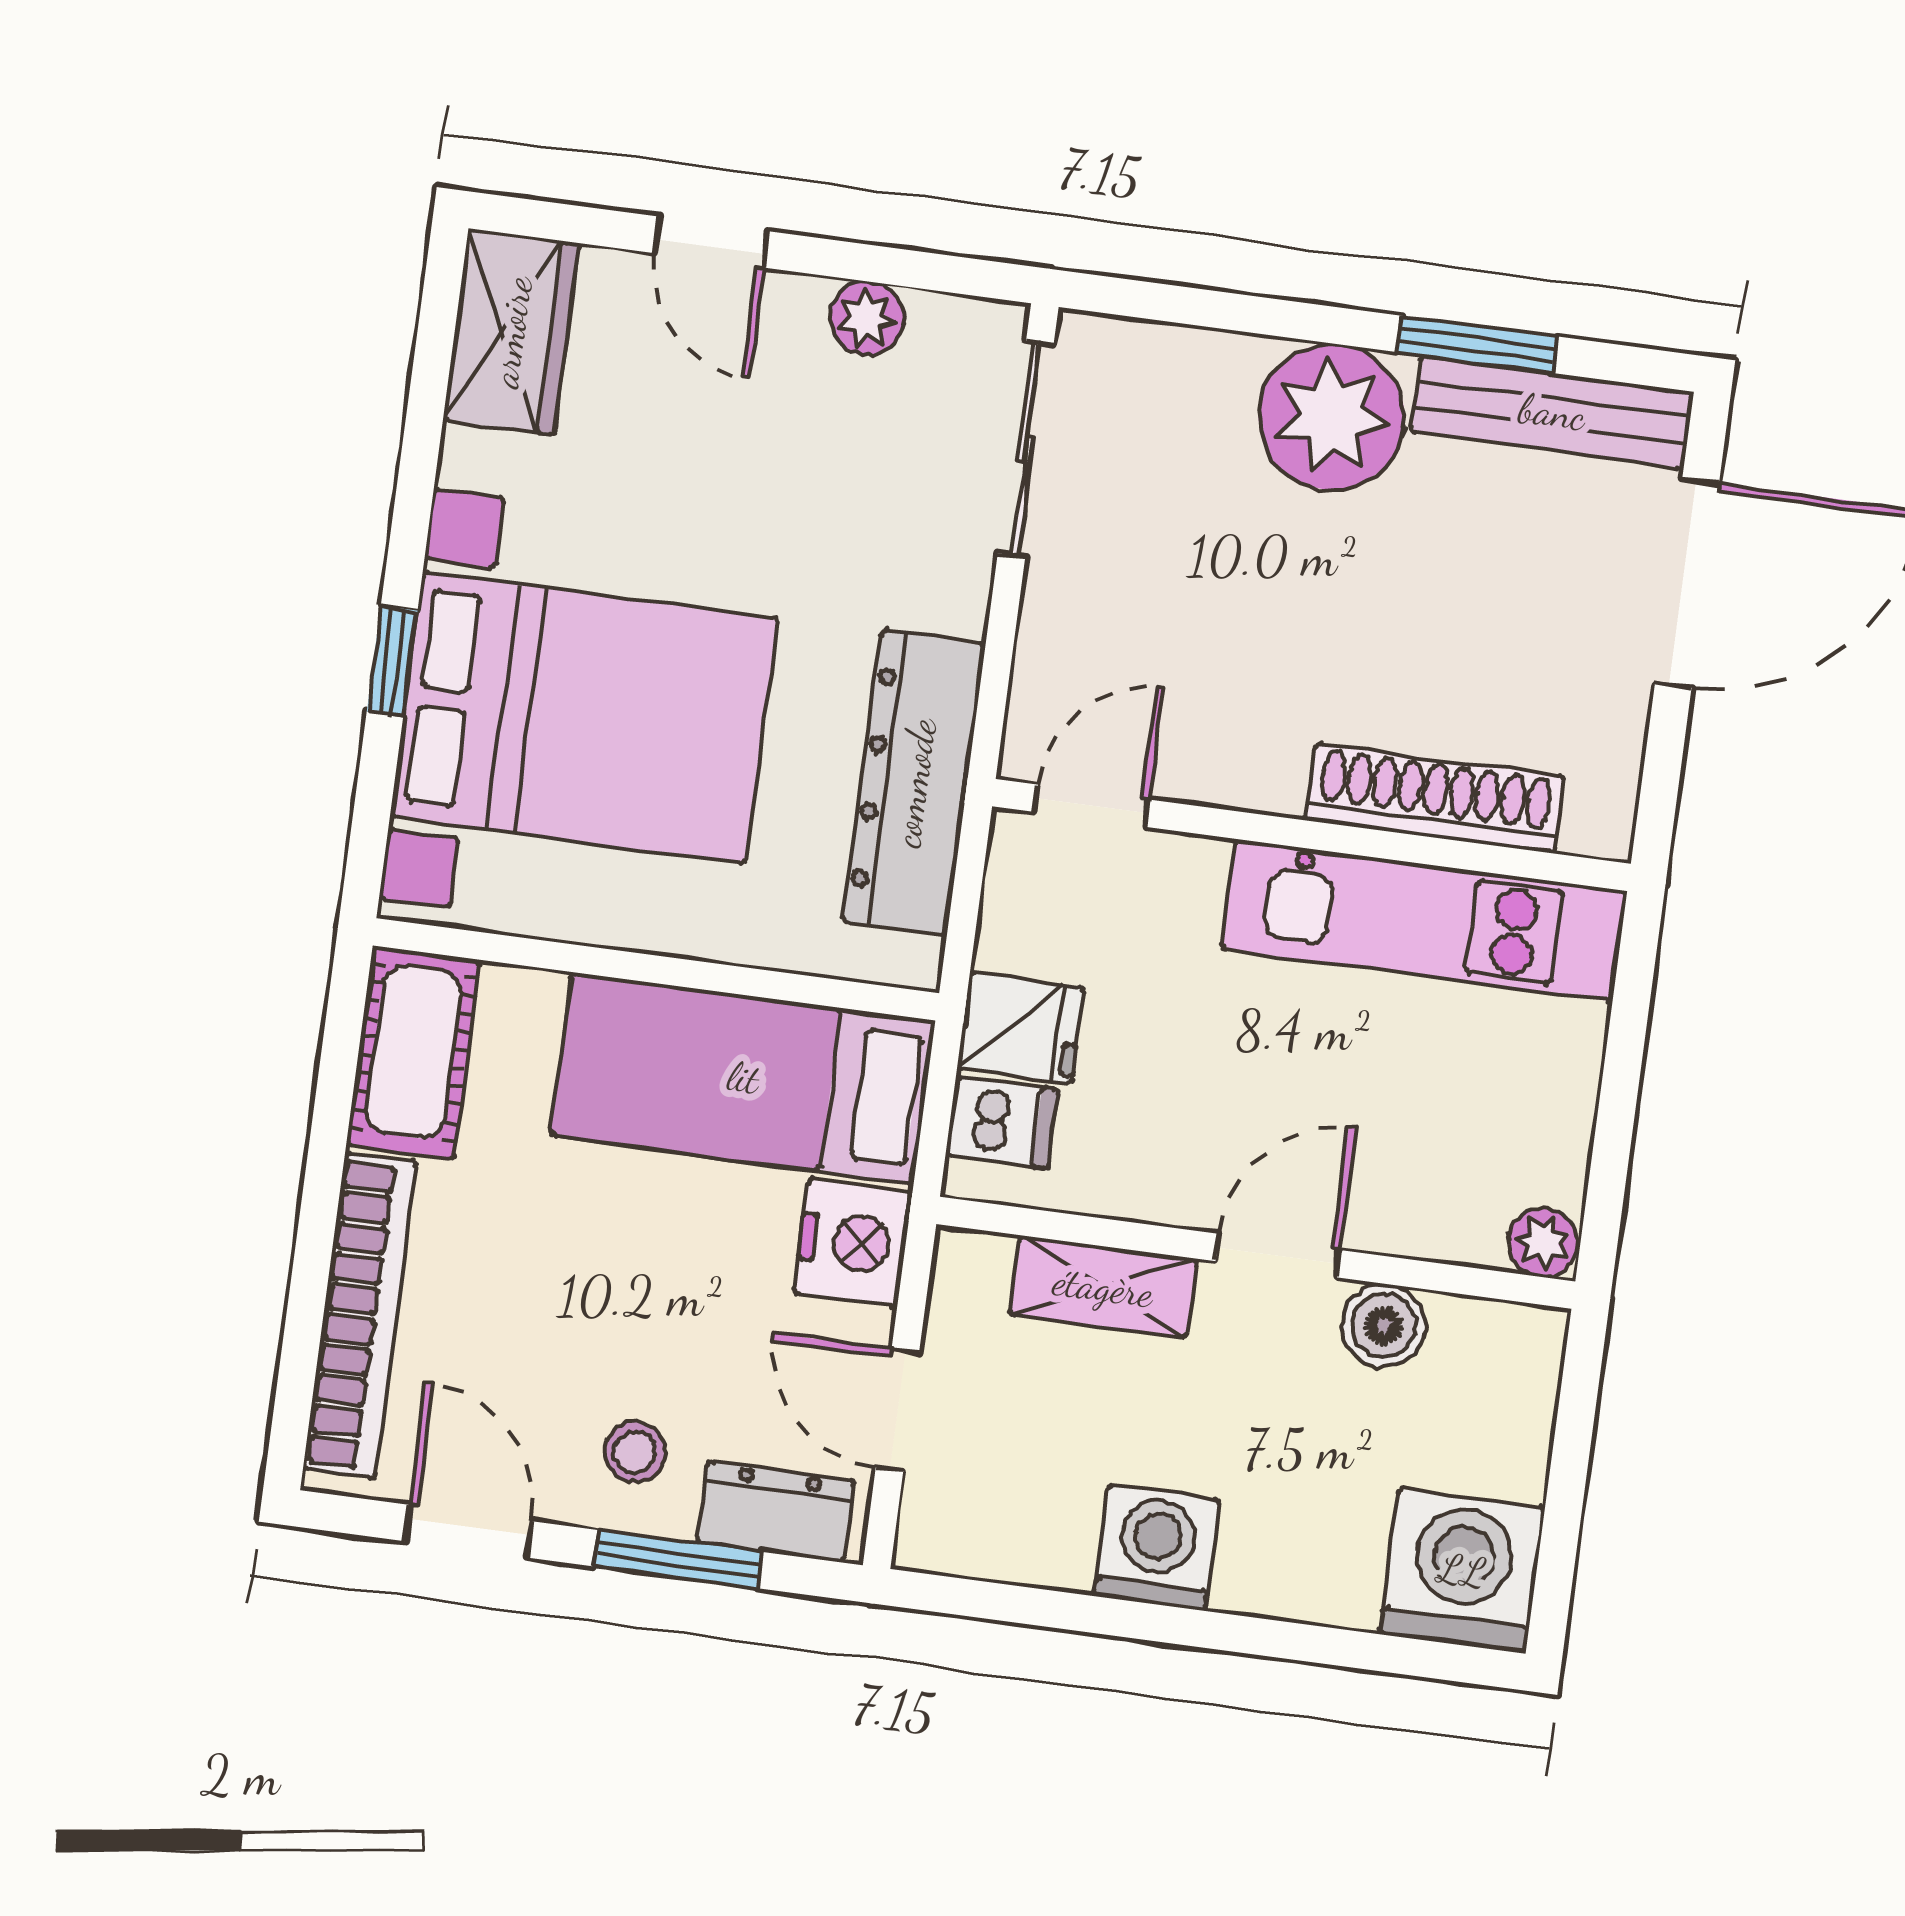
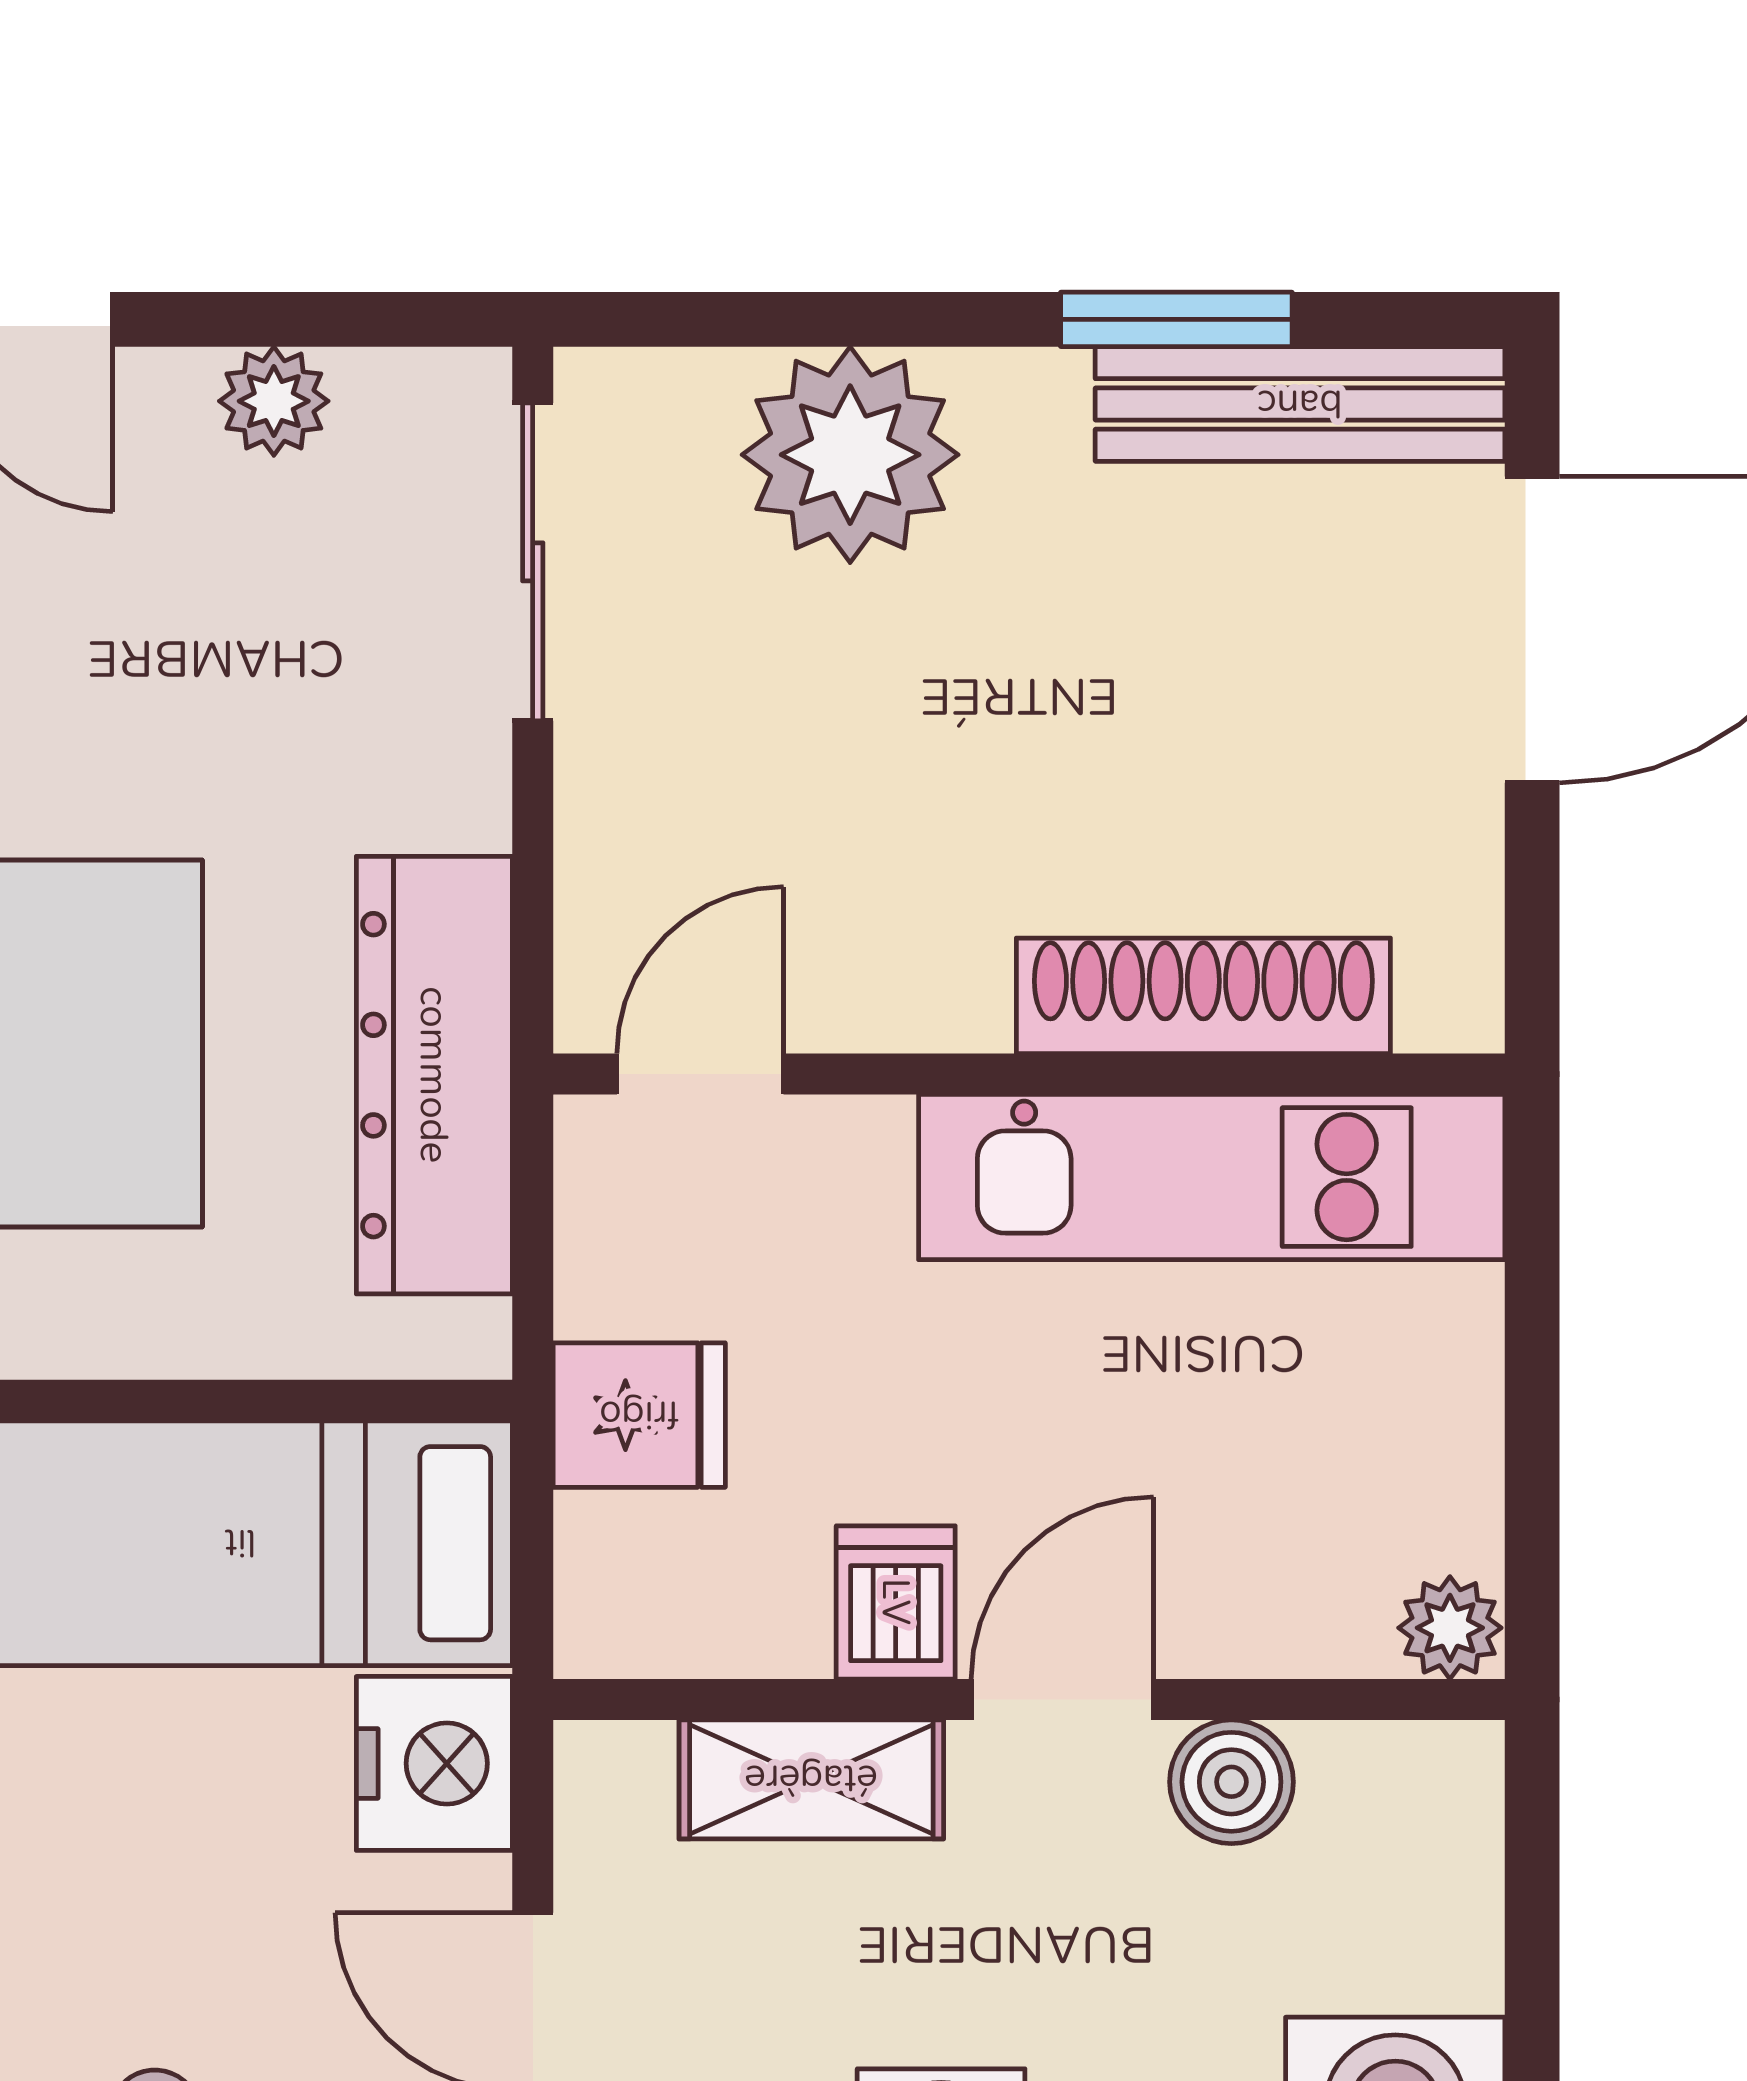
plant: (1331, 417) -> (850, 455), moved
dishwasher: (1002, 1122) -> (896, 1602), moved, turned -90

